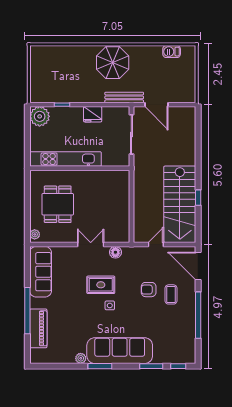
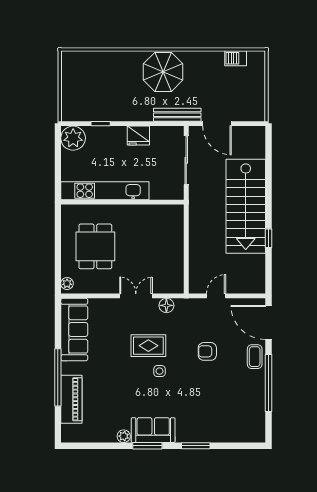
stairs: (180, 204) -> (246, 206), moved
coffee table: (171, 294) -> (255, 357), moved
sofa: (120, 351) -> (153, 430), width x0.54, depth x0.79
window: (151, 366) -> (196, 446), moved
window: (178, 366) -> (244, 446), removed

